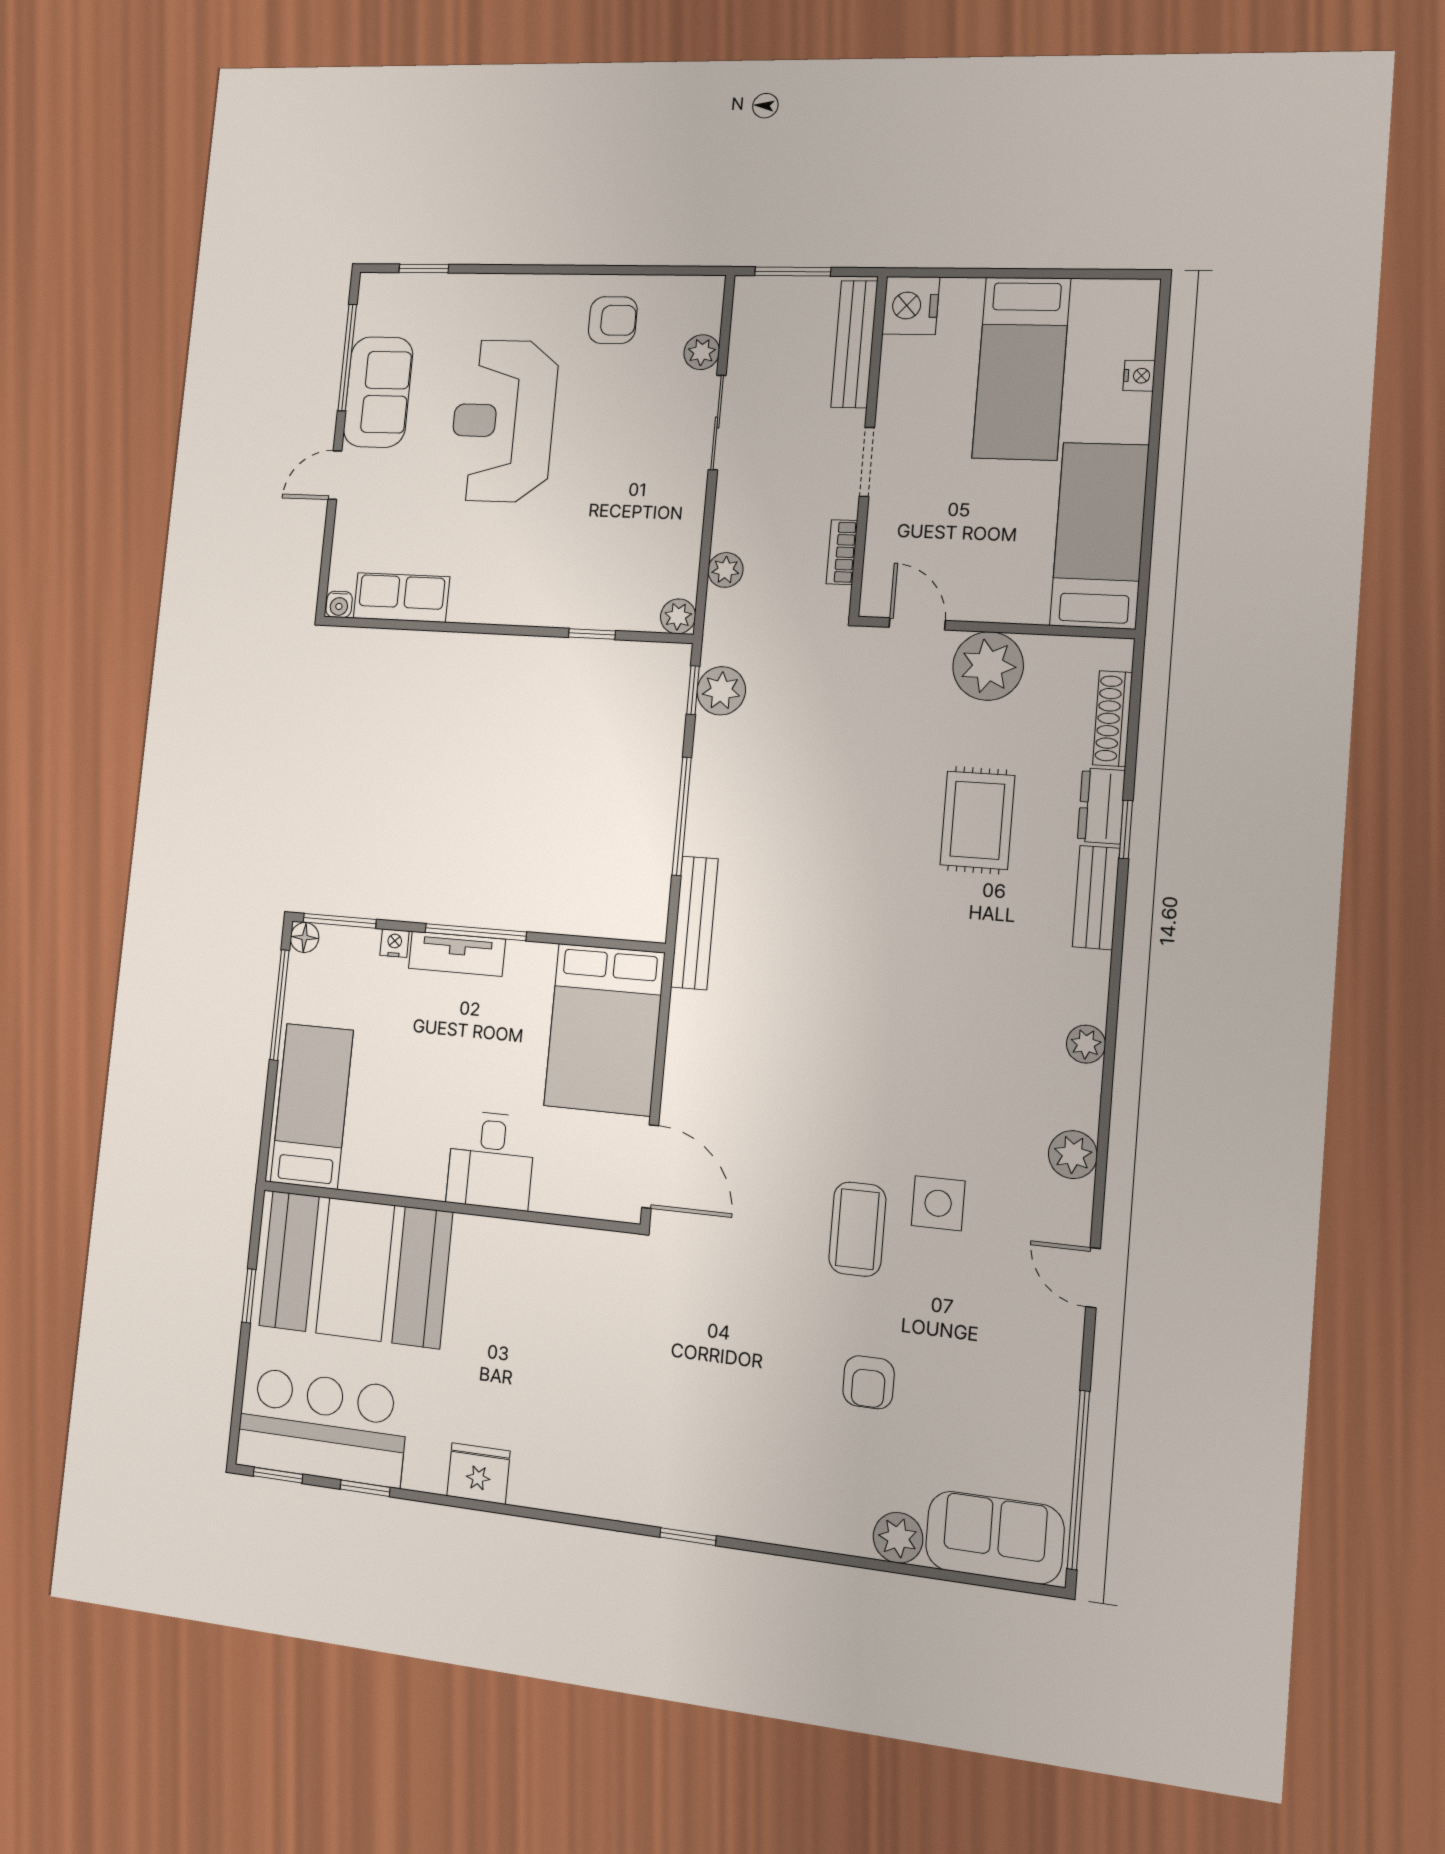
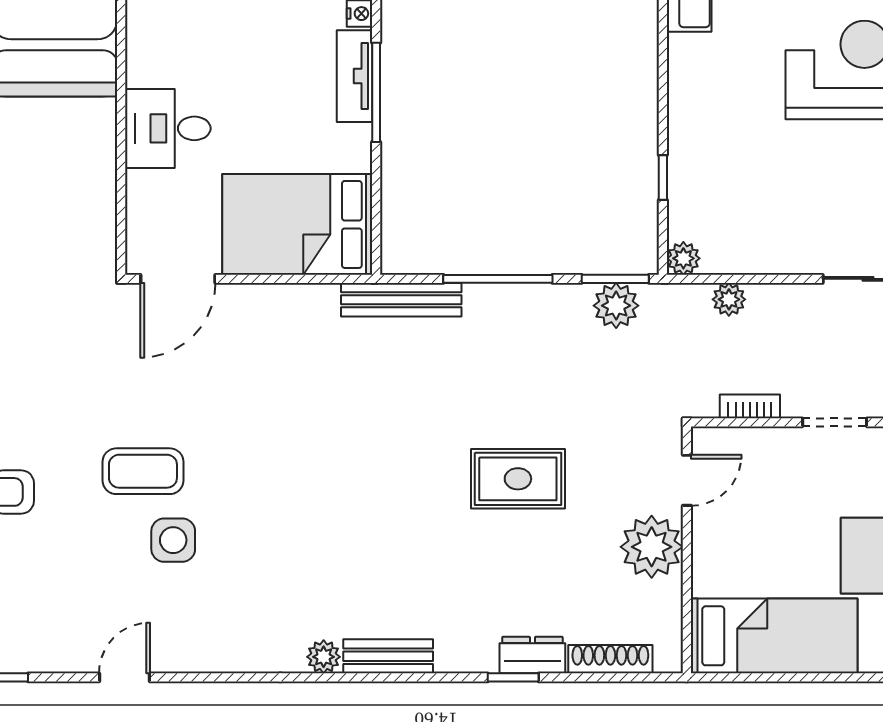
window: (693, 690) -> (615, 279), width x1.50
rug: (977, 820) -> (518, 479), moved
bench: (1096, 897) -> (388, 656), moved
plant: (1073, 1155) -> (227, 653), removed

